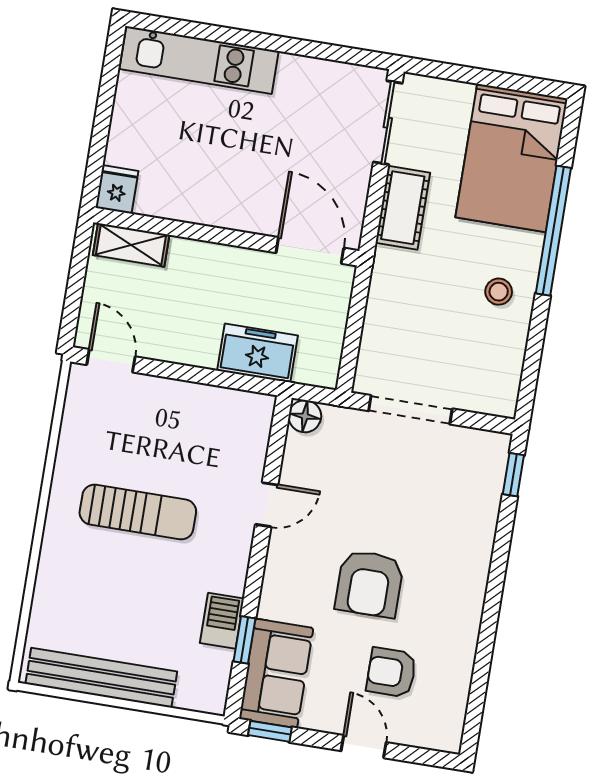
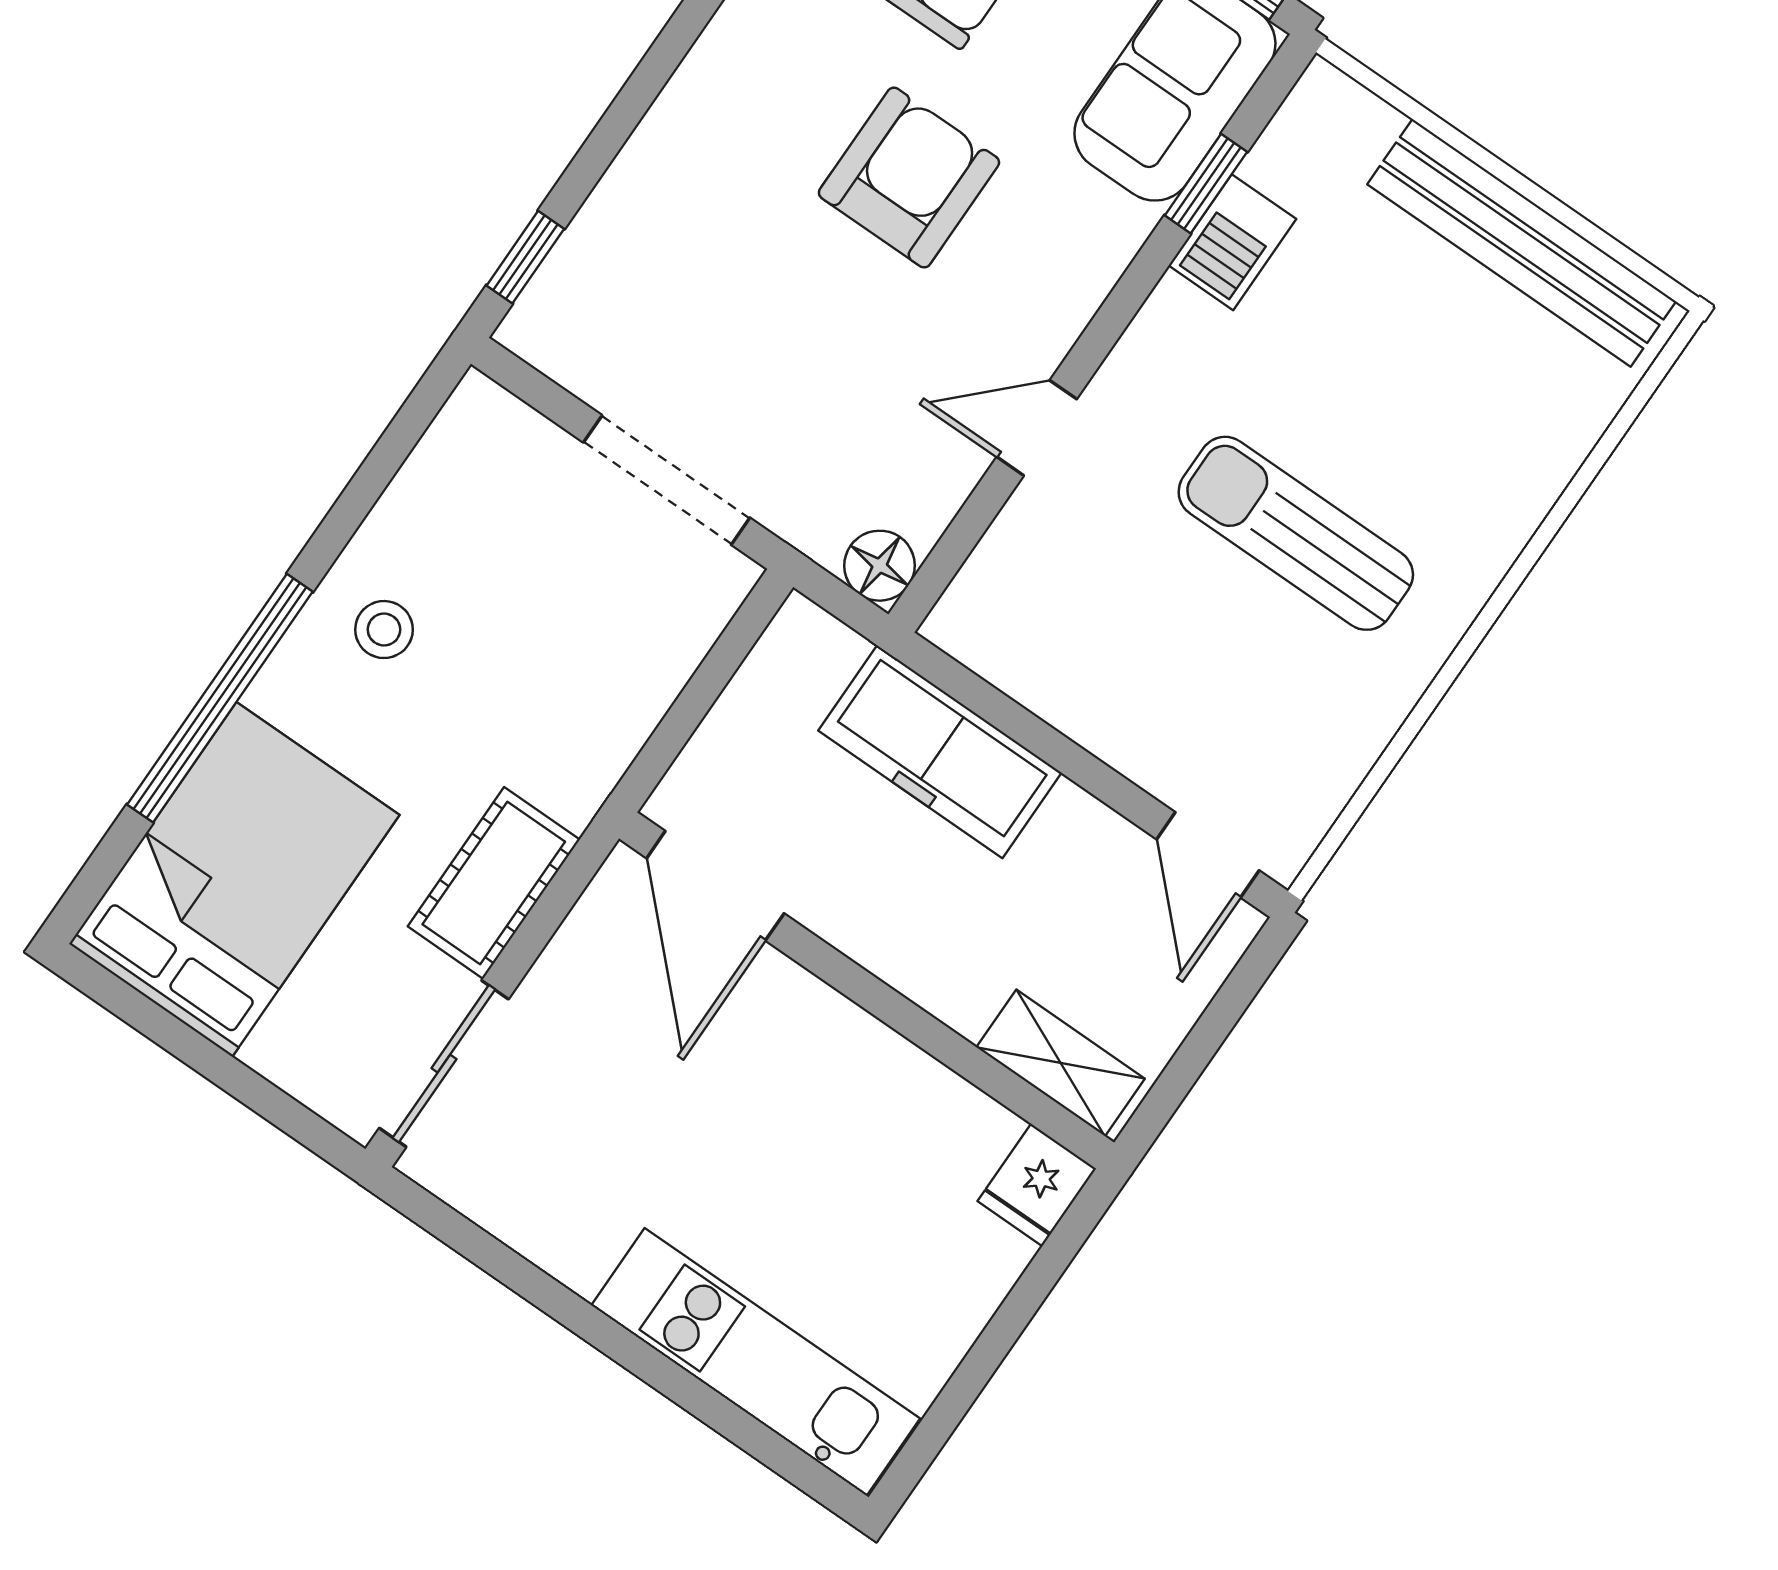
freezer: (258, 353) -> (940, 752), width x1.40

